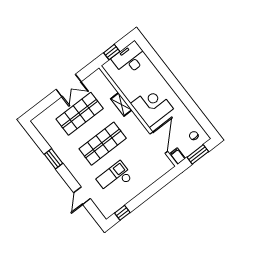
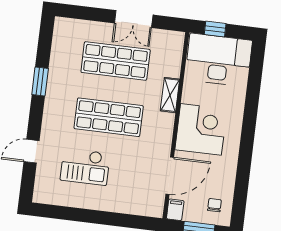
desk: (130, 59) -> (219, 60), width x1.36, depth x1.30
checkout: (115, 178) -> (85, 167), turned 180
window: (122, 213) -> (56, 212), removed

